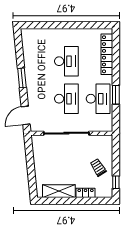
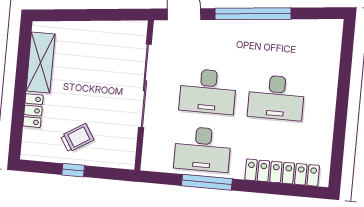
window: (22, 78) -> (253, 14), width x2.11
window: (116, 95) -> (207, 182), width x1.44
window: (116, 182) -> (73, 170), moved

